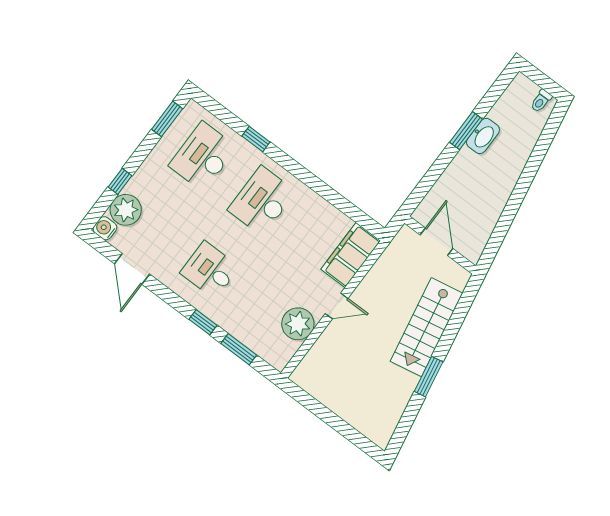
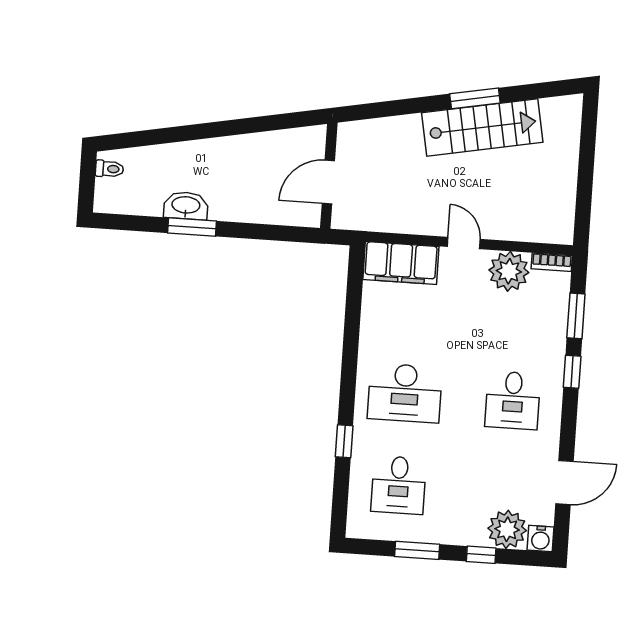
window: (167, 119) -> (417, 550), moved
desk: (203, 156) -> (399, 485), width x0.73
stairs: (426, 327) -> (482, 127), moved
bookcase: (285, 357) -> (552, 262), added

